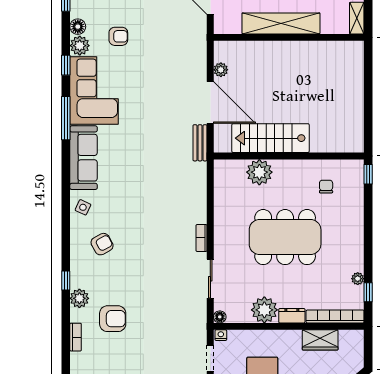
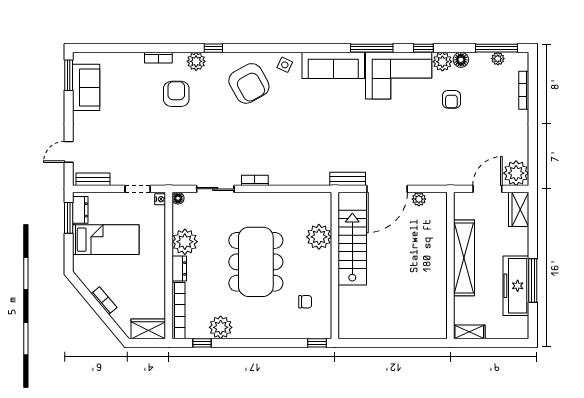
armchair: (102, 244) -> (249, 83), width x1.88, depth x1.88
plant: (358, 279) -> (221, 327), width x1.87, depth x1.87
armchair: (113, 319) -> (176, 94), turned 180
wardrobe: (320, 340) -> (148, 329), moved, turned 90

